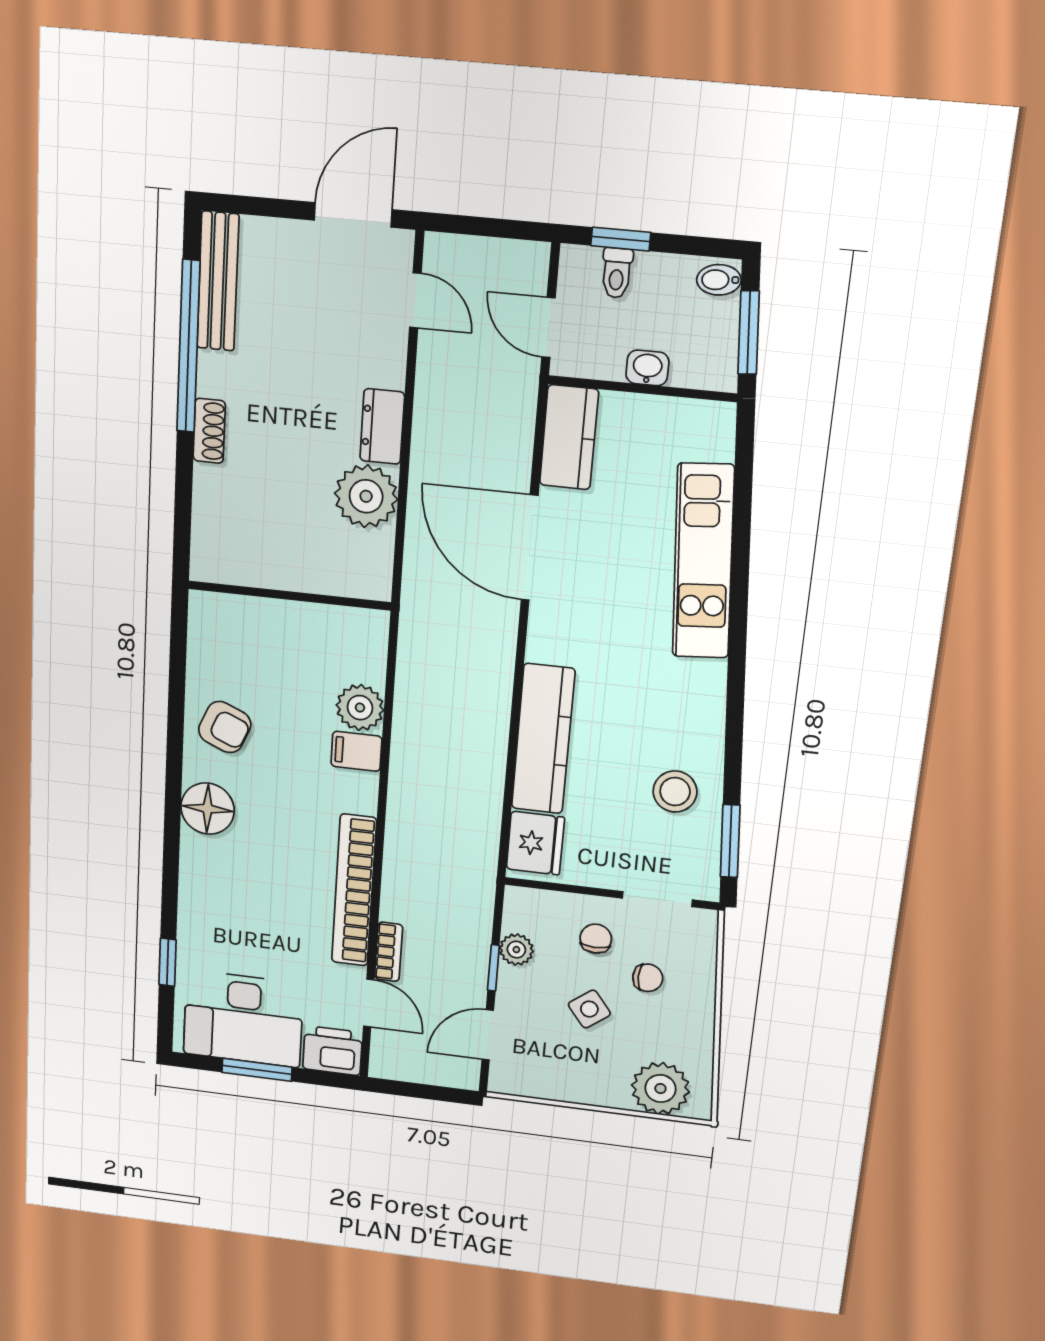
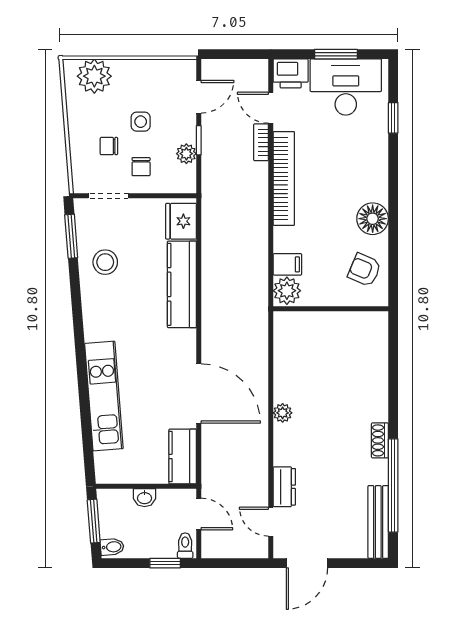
toilet: (617, 273) -> (185, 546), moved
dresser: (382, 426) -> (284, 487), moved
plant: (366, 496) -> (283, 413), width x0.53, depth x0.53
wall: (289, 596) -> (331, 309), moved
side table: (589, 1009) -> (141, 122), turned 38

